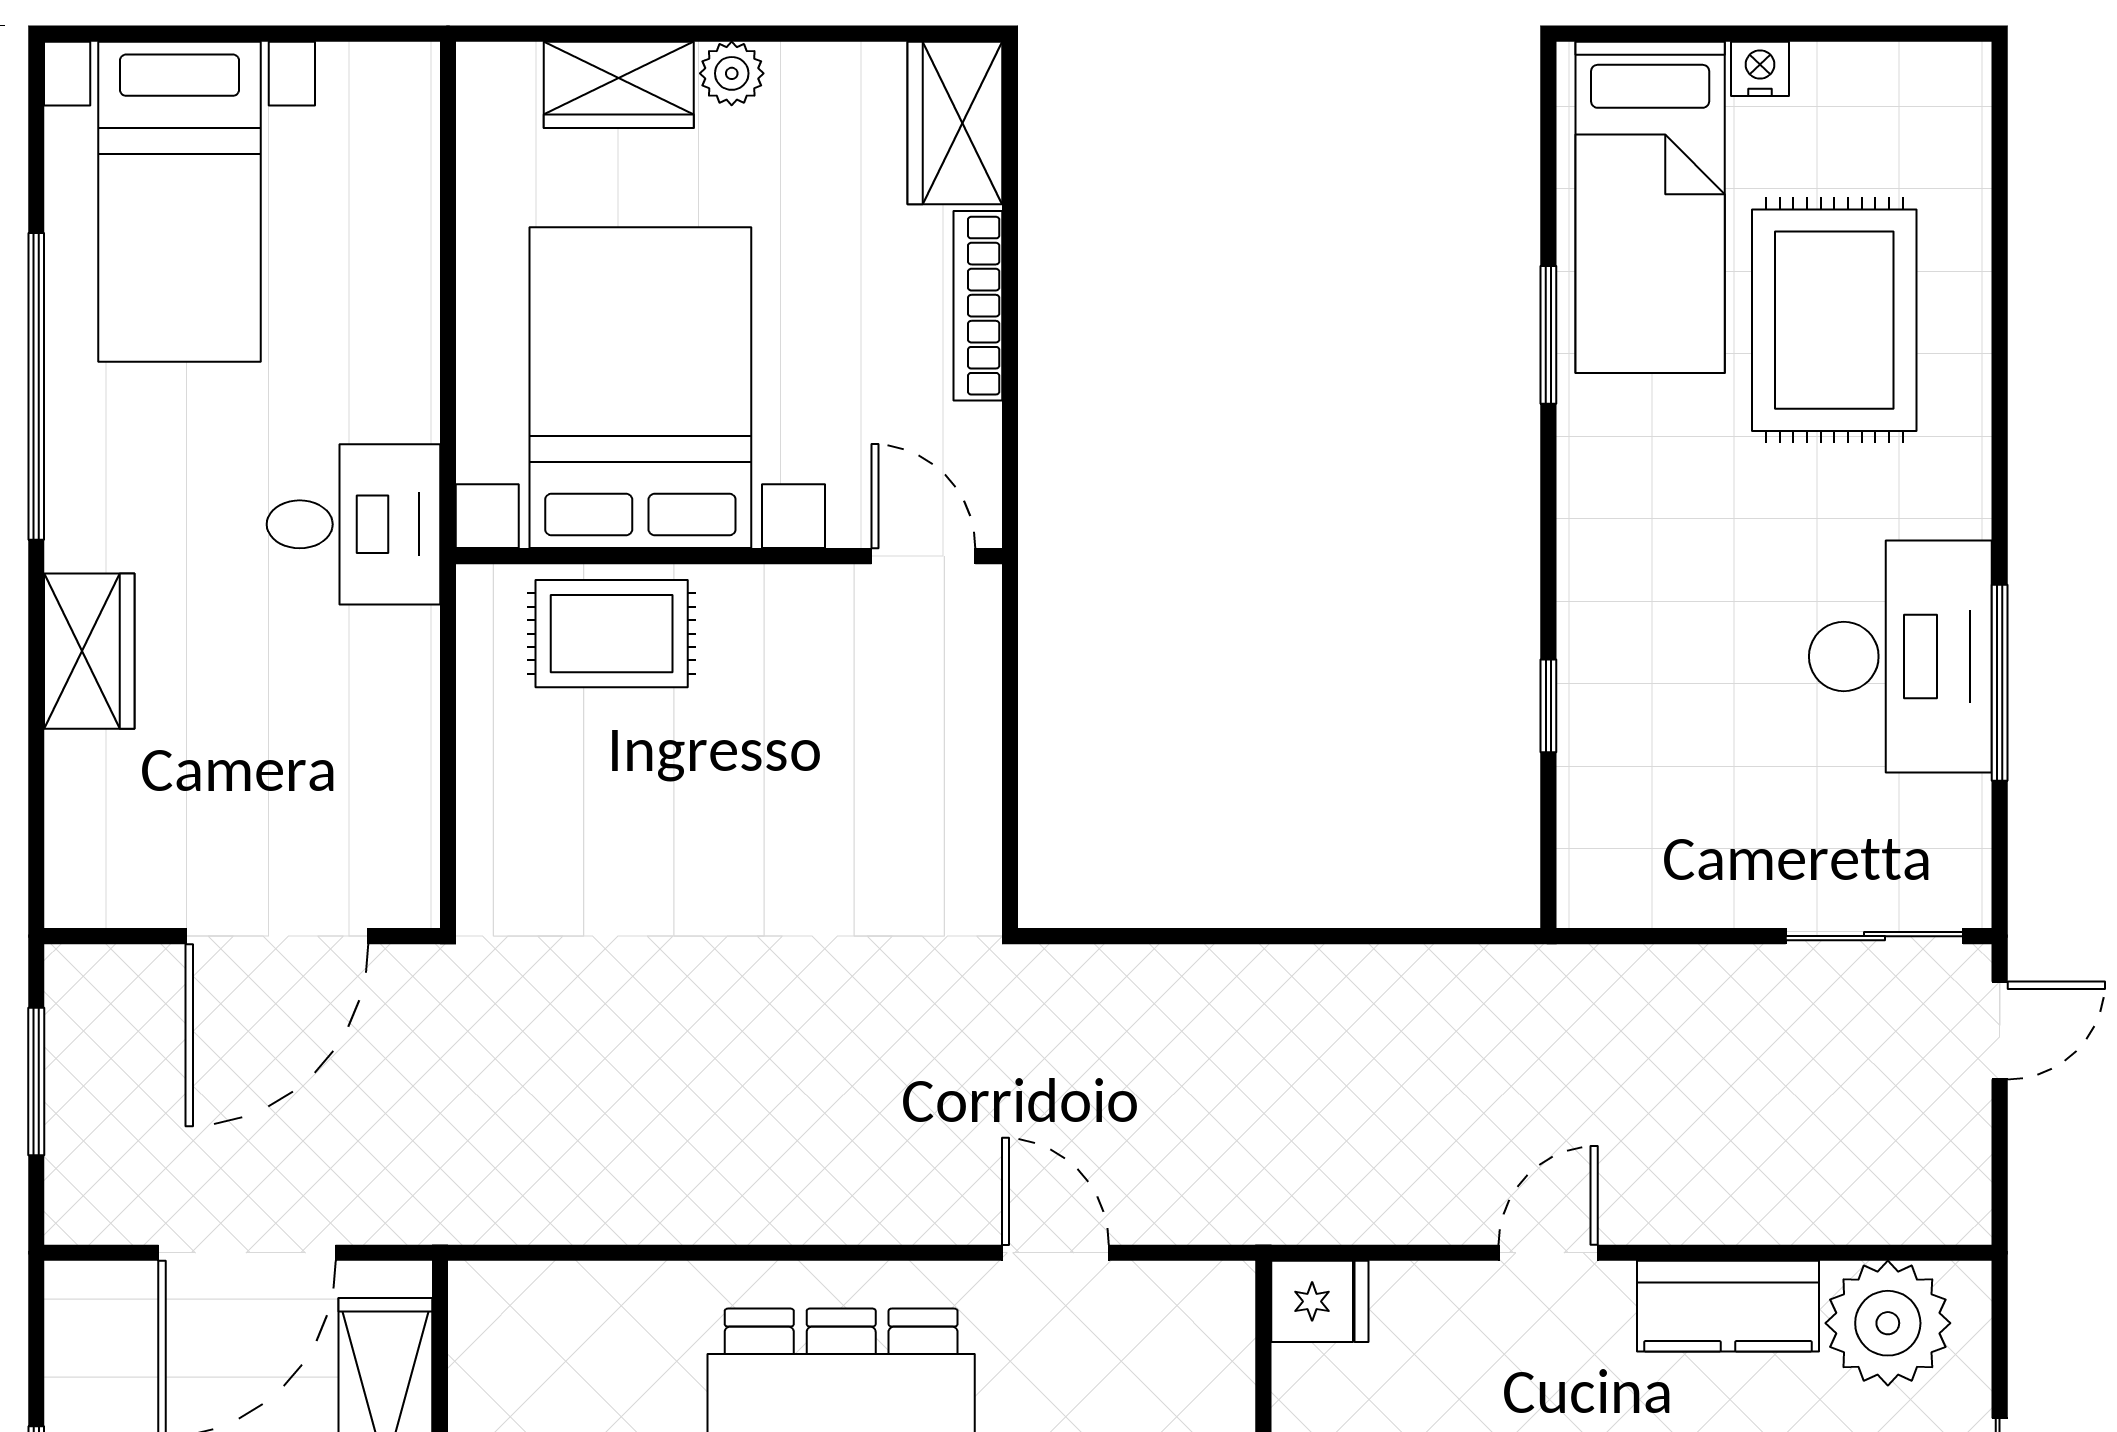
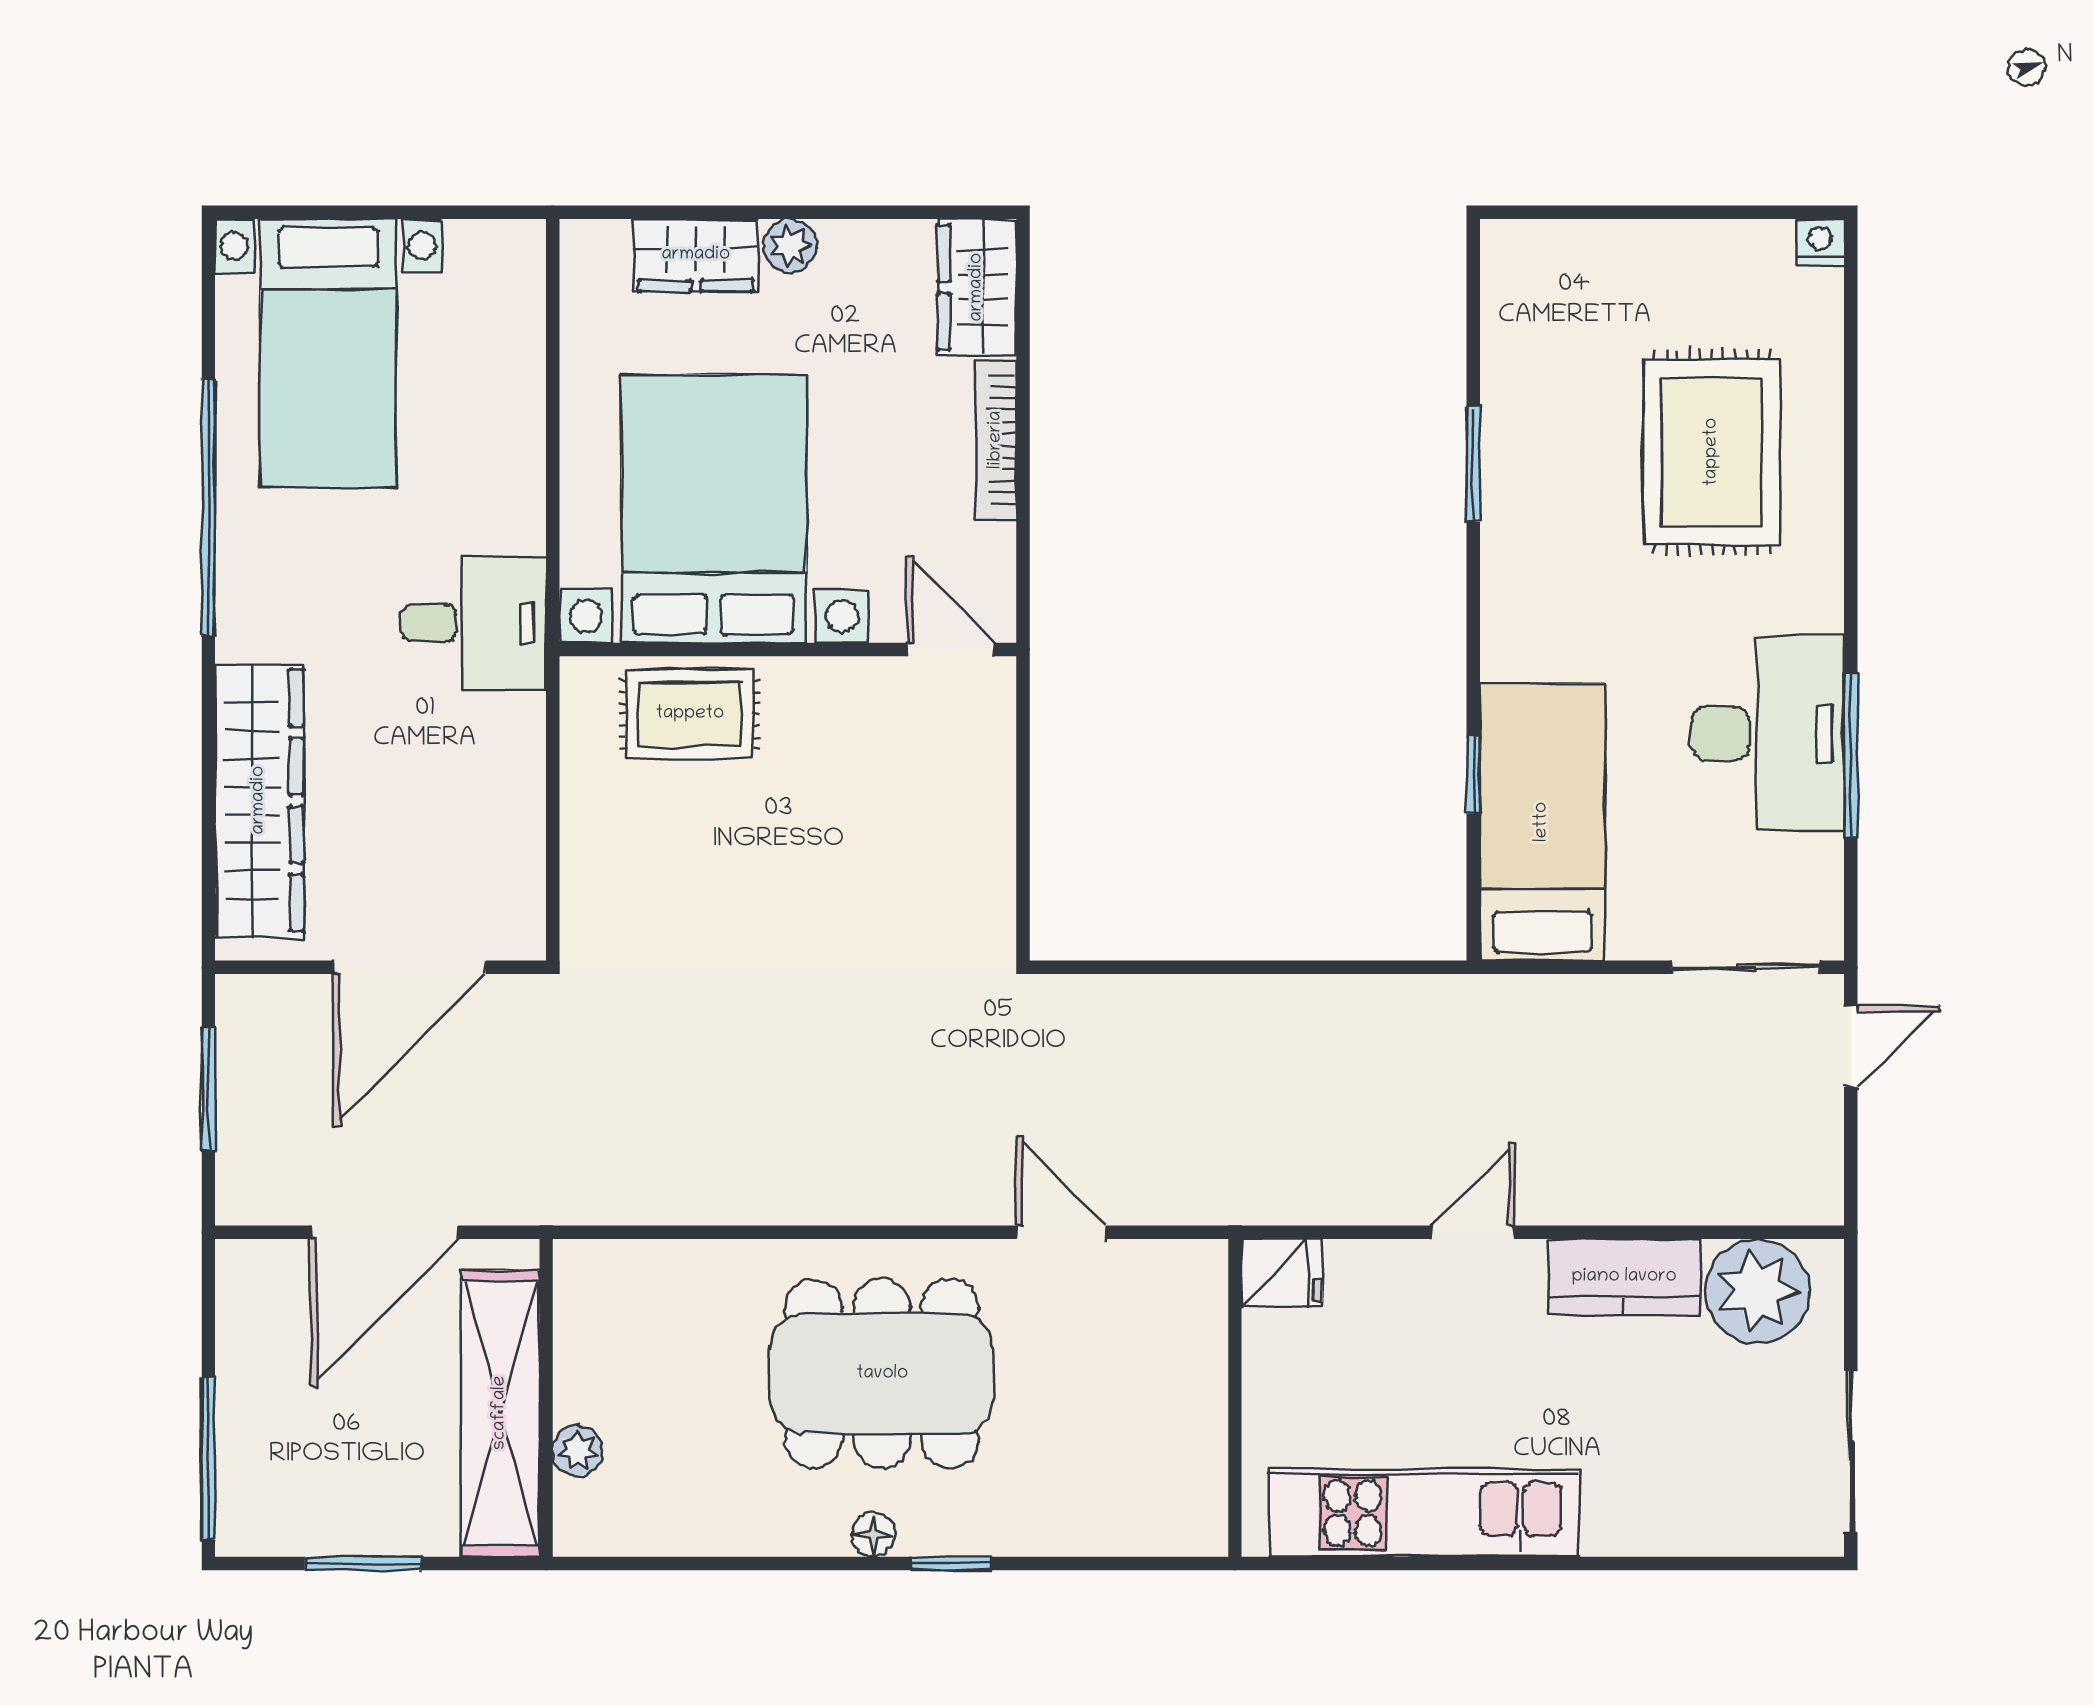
nightstand: (1760, 69) -> (1820, 242), moved
bed: (1650, 207) -> (1542, 822), moved, turned 180
wardrobe: (89, 651) -> (259, 800), width x2.10, depth x1.17

